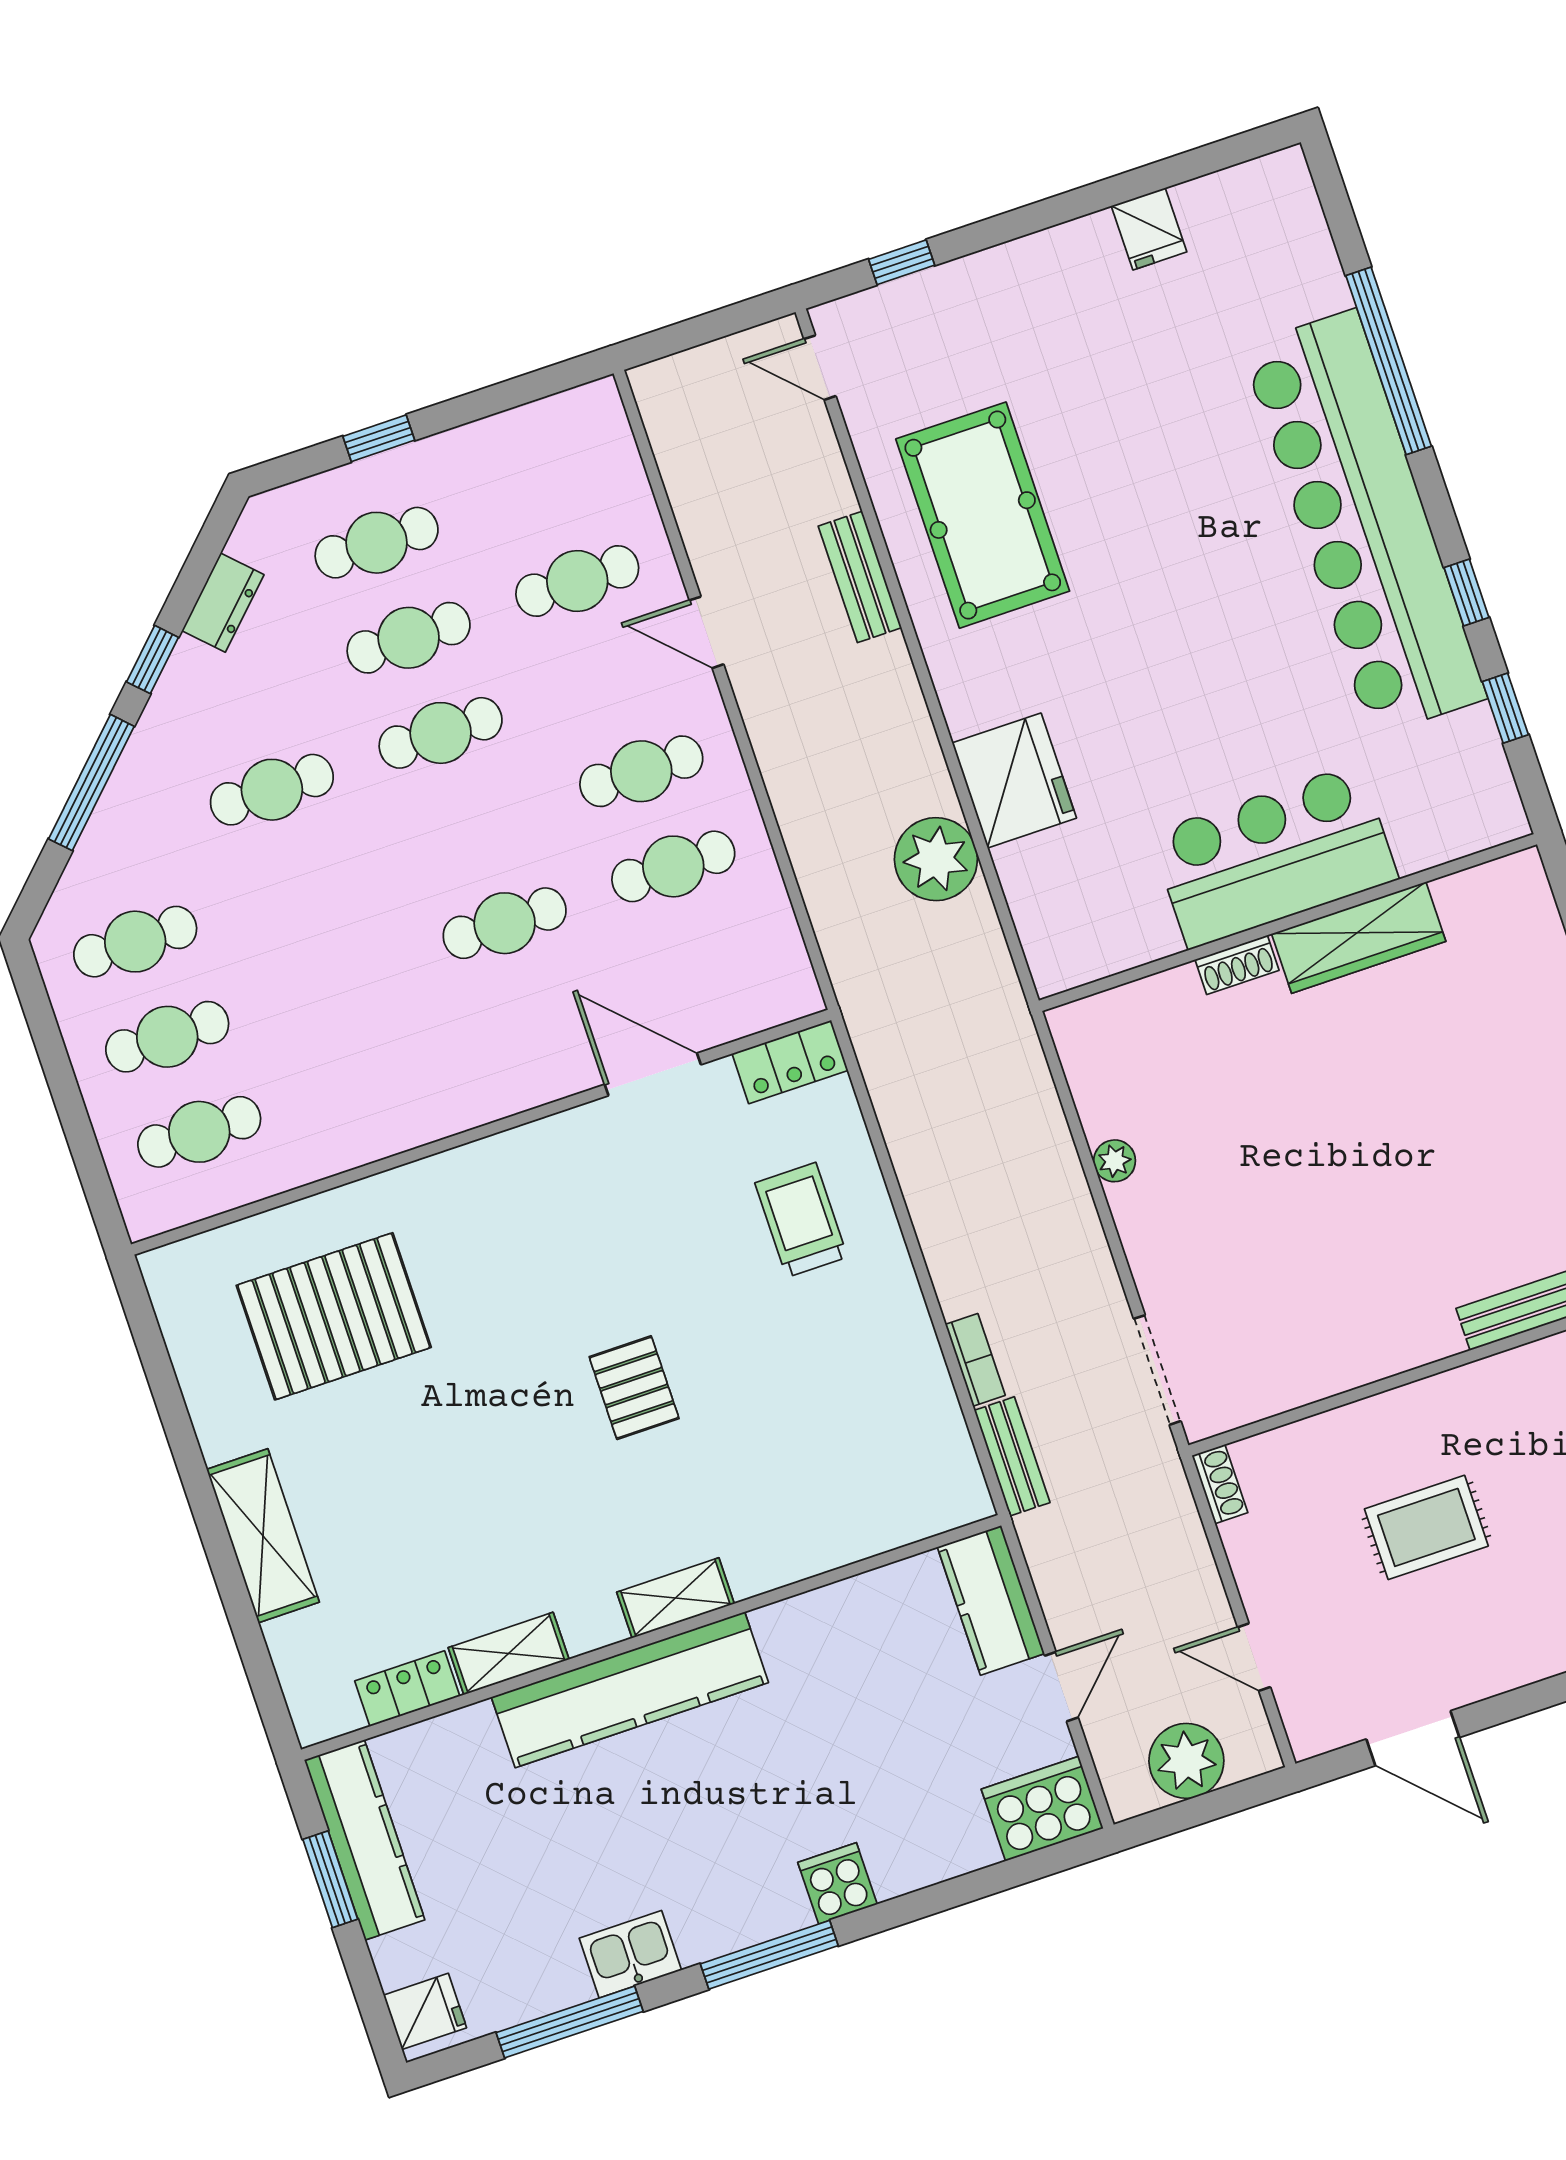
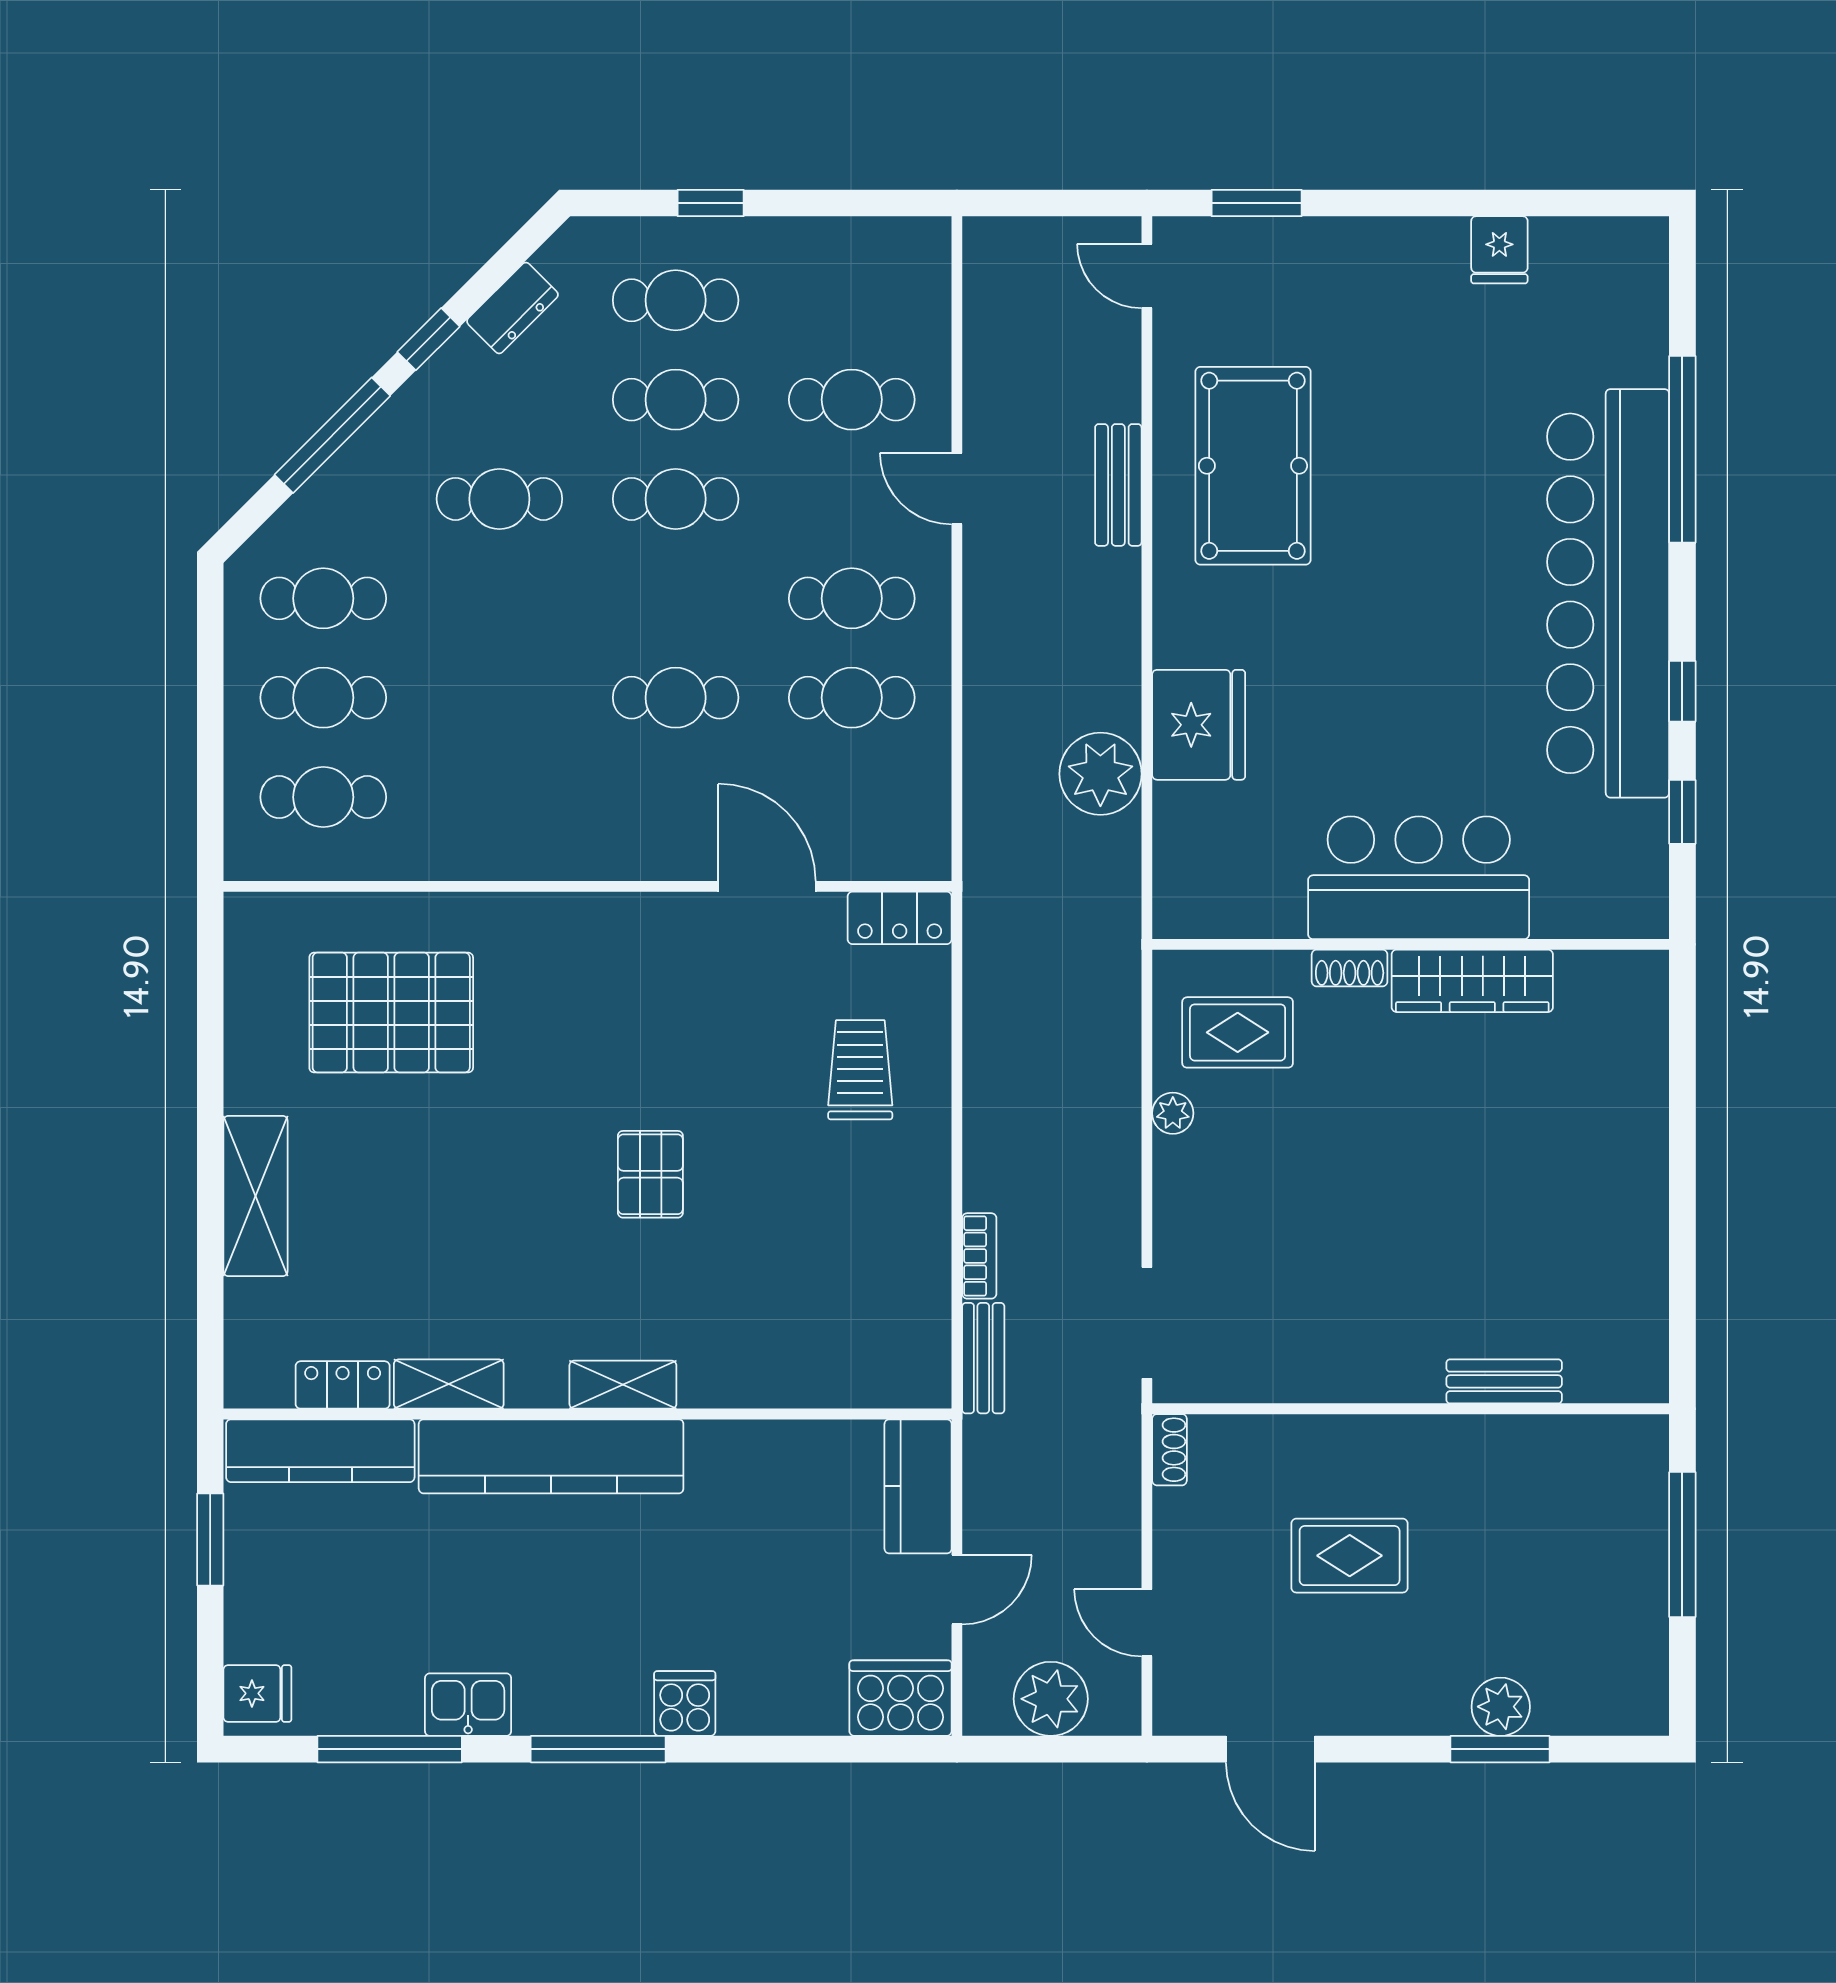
window: (902, 262) -> (1257, 203), width x1.50
rug: (1151, 1063) -> (1238, 1032), added
kitchen counter: (365, 1840) -> (320, 1451), moved, turned 90

